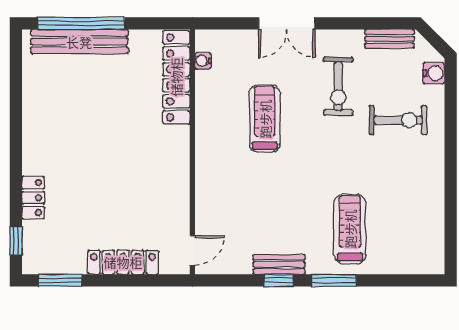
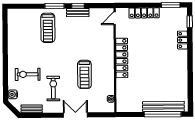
locker: (176, 77) -> (122, 58), moved

